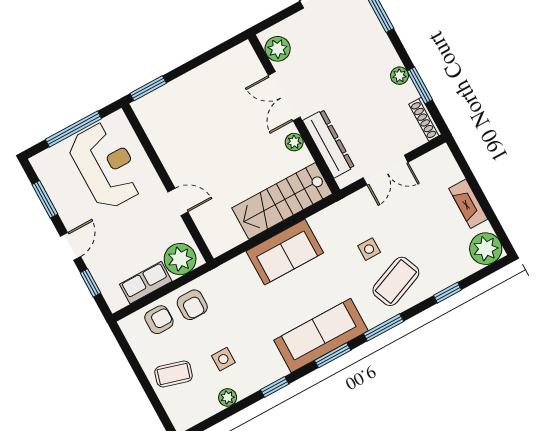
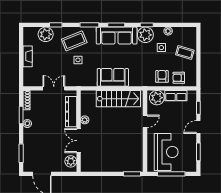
double door: (284, 96) -> (79, 141), swing flipped
reception desk: (106, 166) -> (166, 152), turned 180
stairs: (282, 201) -> (118, 99), moved
door: (178, 202) -> (145, 121), swing flipped
plant: (486, 249) -> (46, 34), moved
plant: (267, 367) -> (145, 35), added

